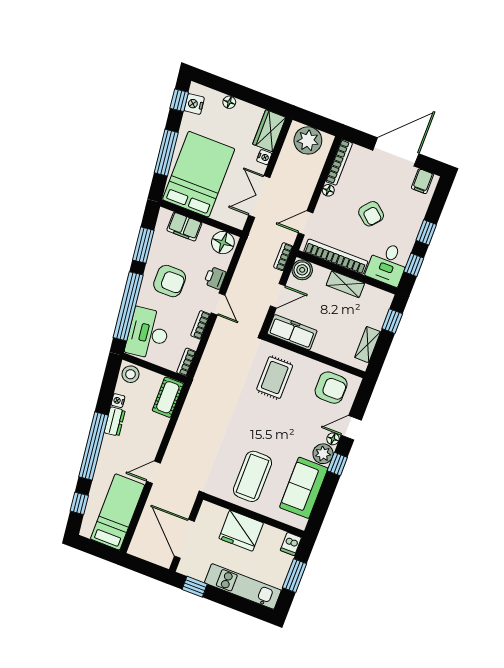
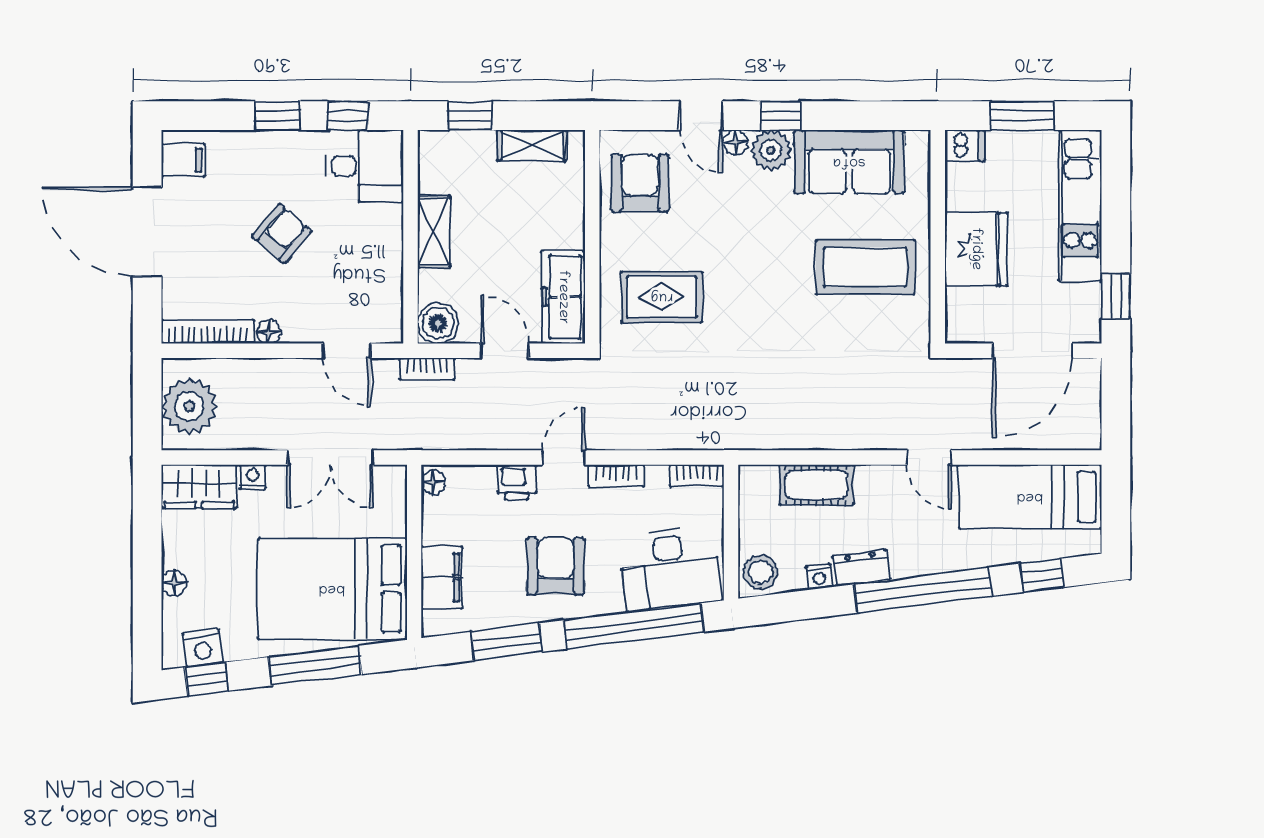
floor lamp: (223, 243) -> (433, 482), width x0.53, depth x0.53
bookcase: (336, 257) -> (389, 269), removed
cot: (168, 397) -> (816, 485), moved

